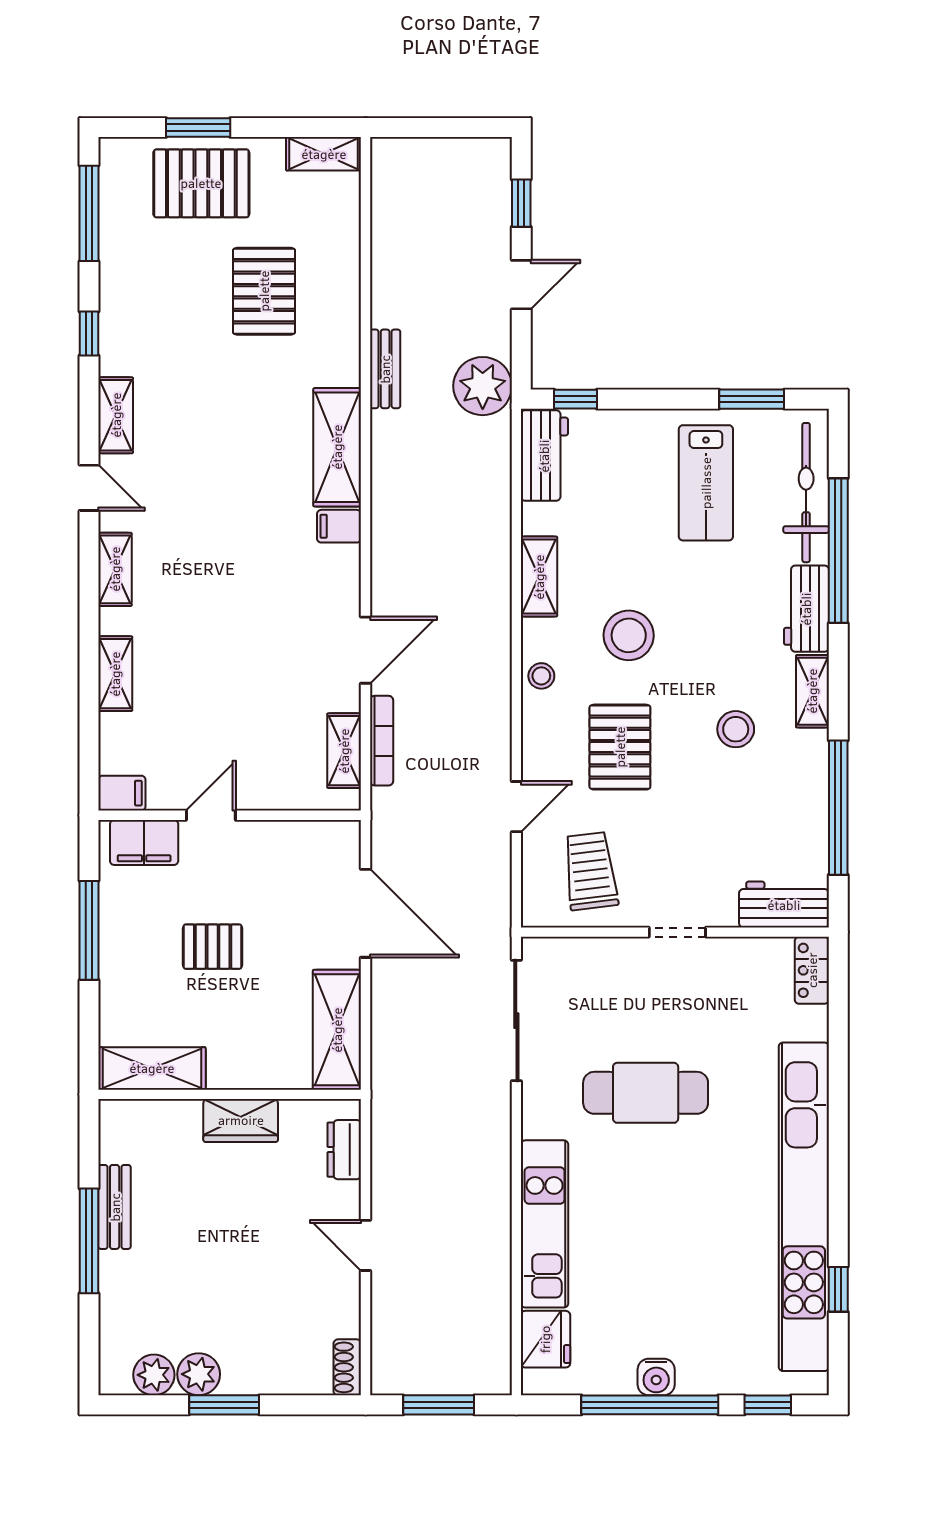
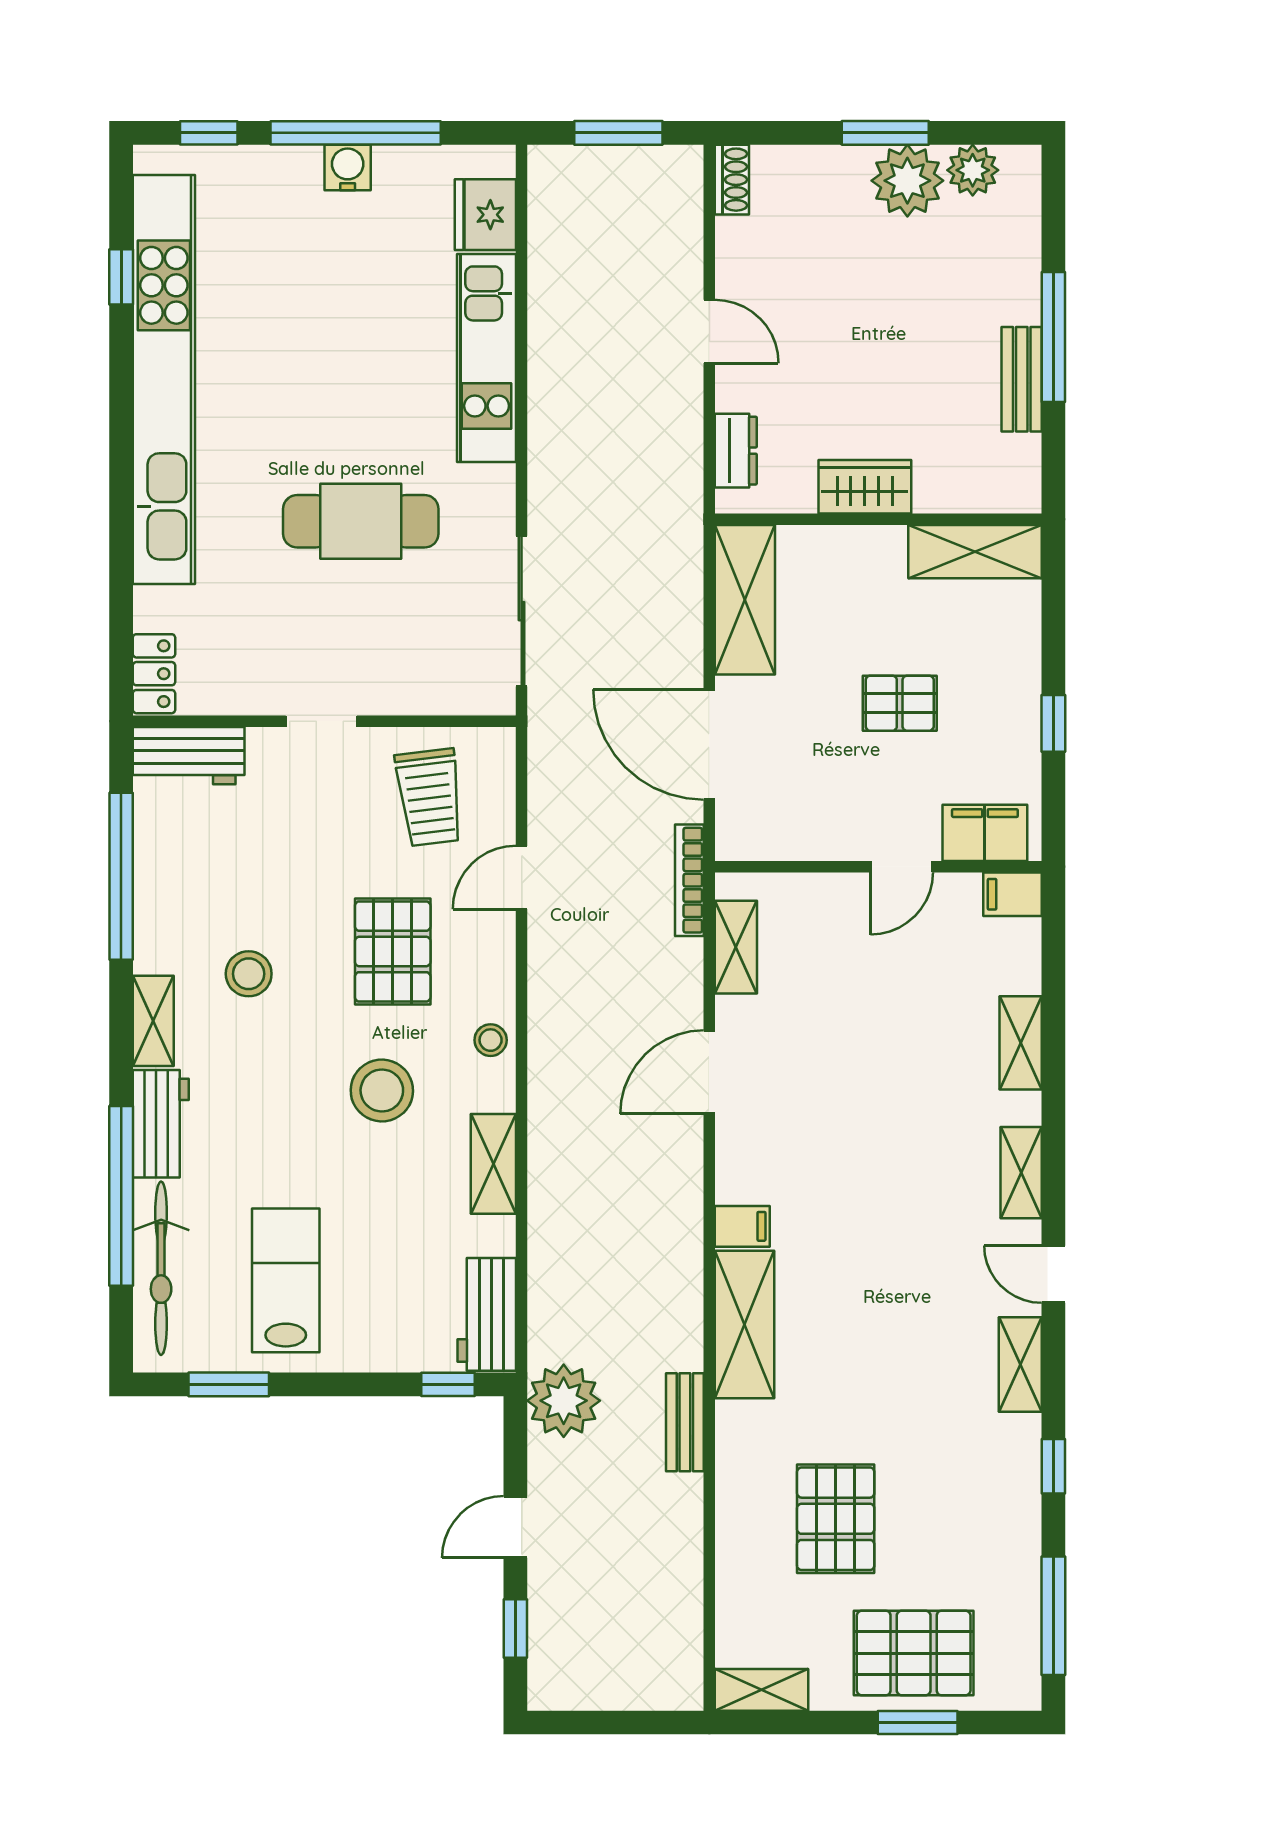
bookcase: (382, 741) -> (689, 880), moved
window: (89, 930) -> (1053, 723), width x0.46
plant: (199, 1374) -> (907, 181), width x1.36, depth x1.36

